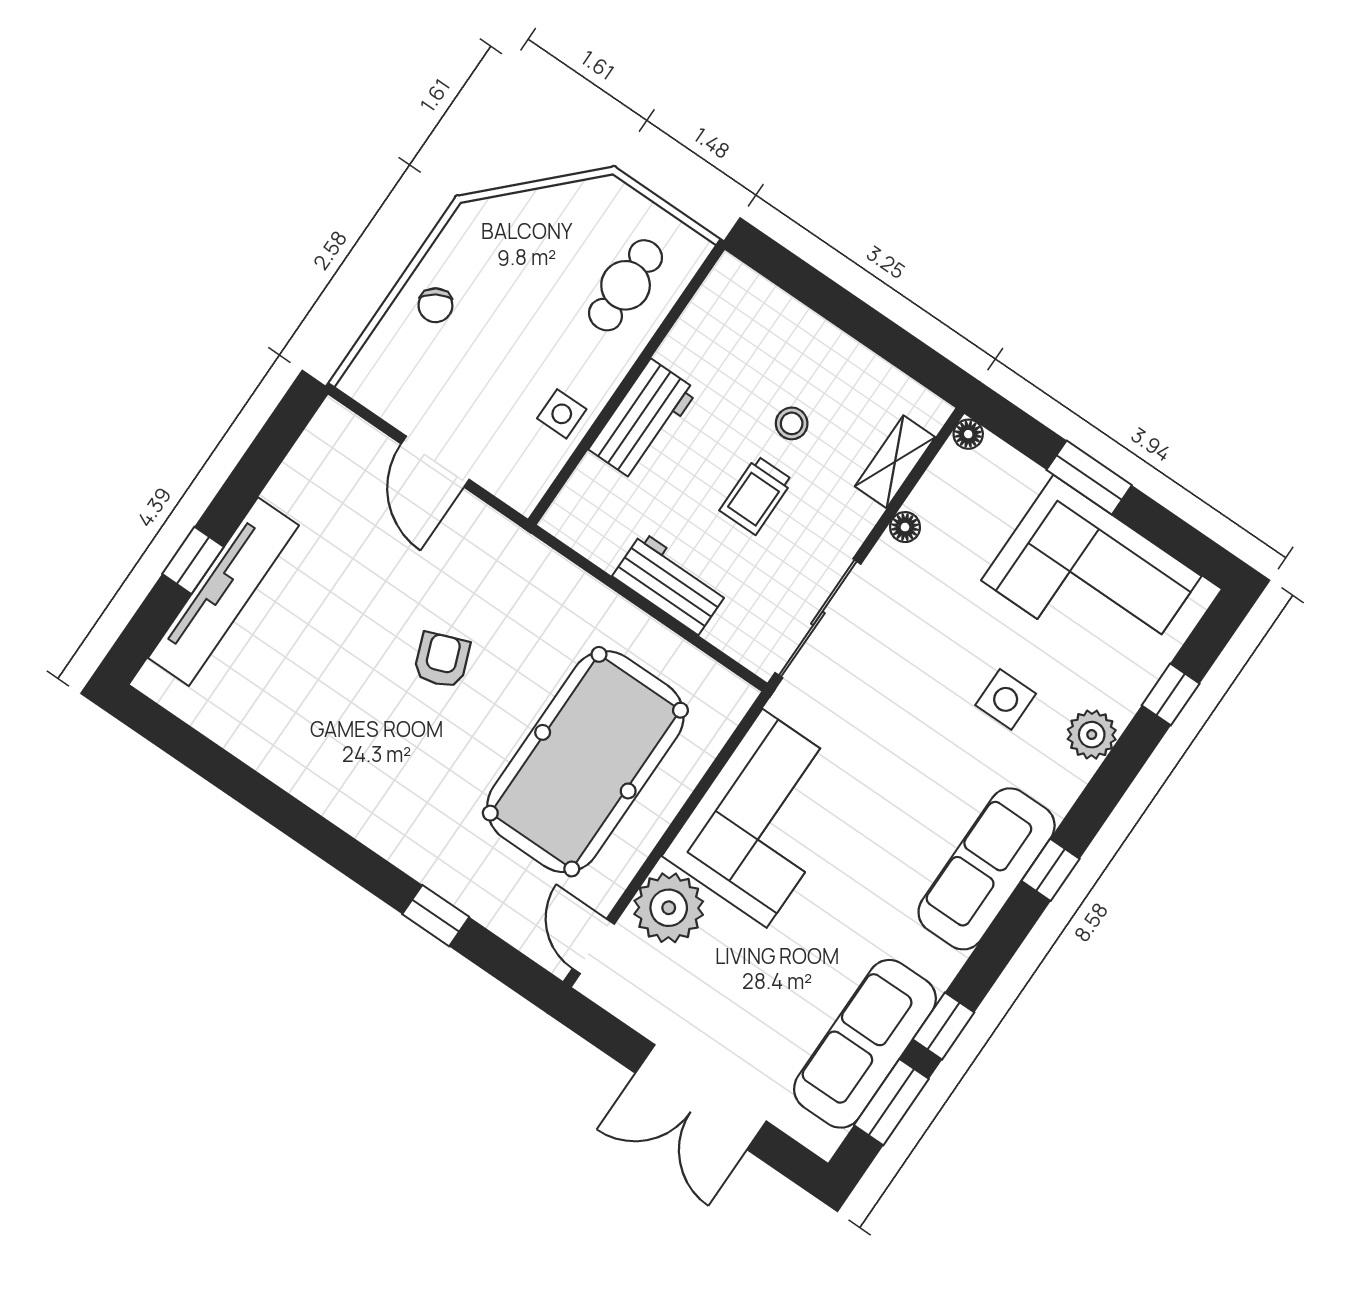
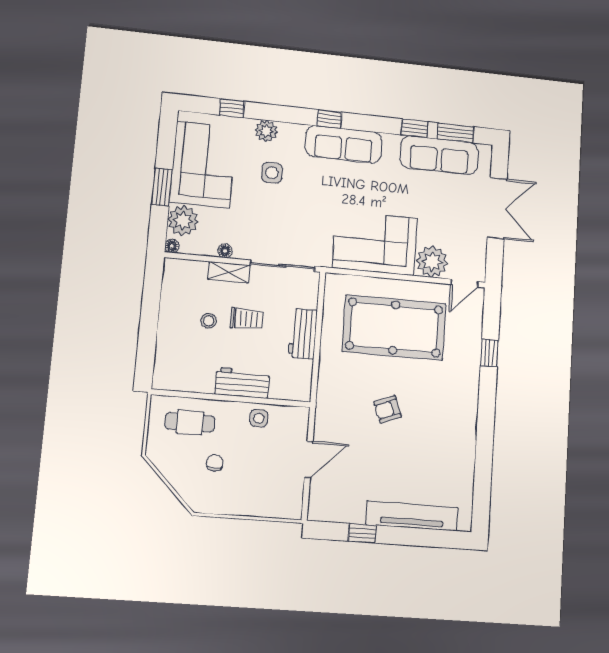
chair: (435, 305) -> (215, 463), moved, turned -58
shelving: (895, 462) -> (229, 272), moved
plant: (1005, 481) -> (183, 221), added
window: (193, 560) -> (362, 533), moved

